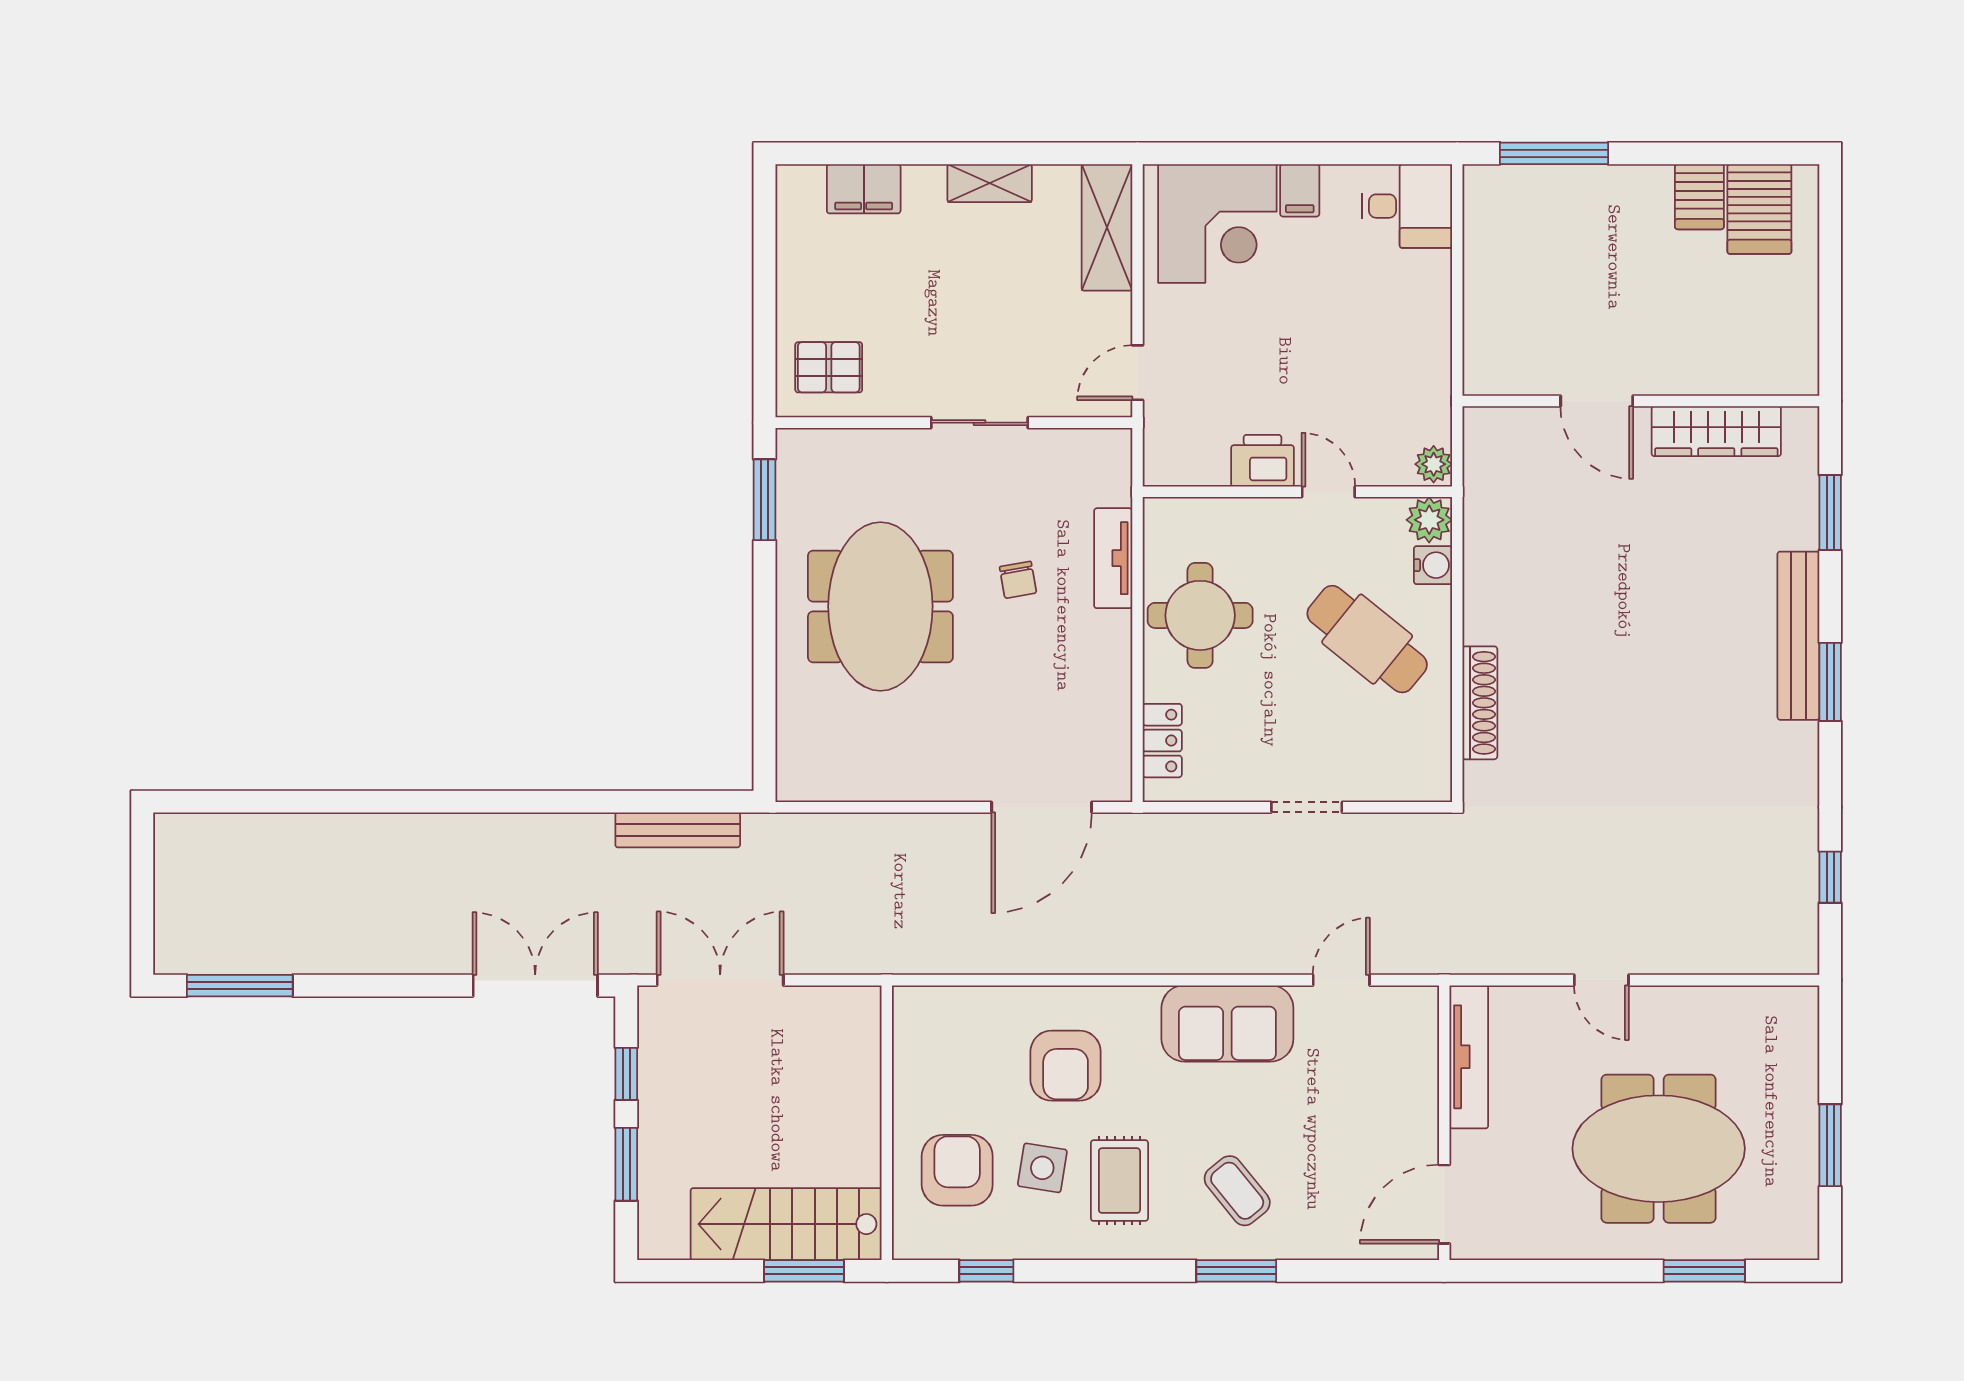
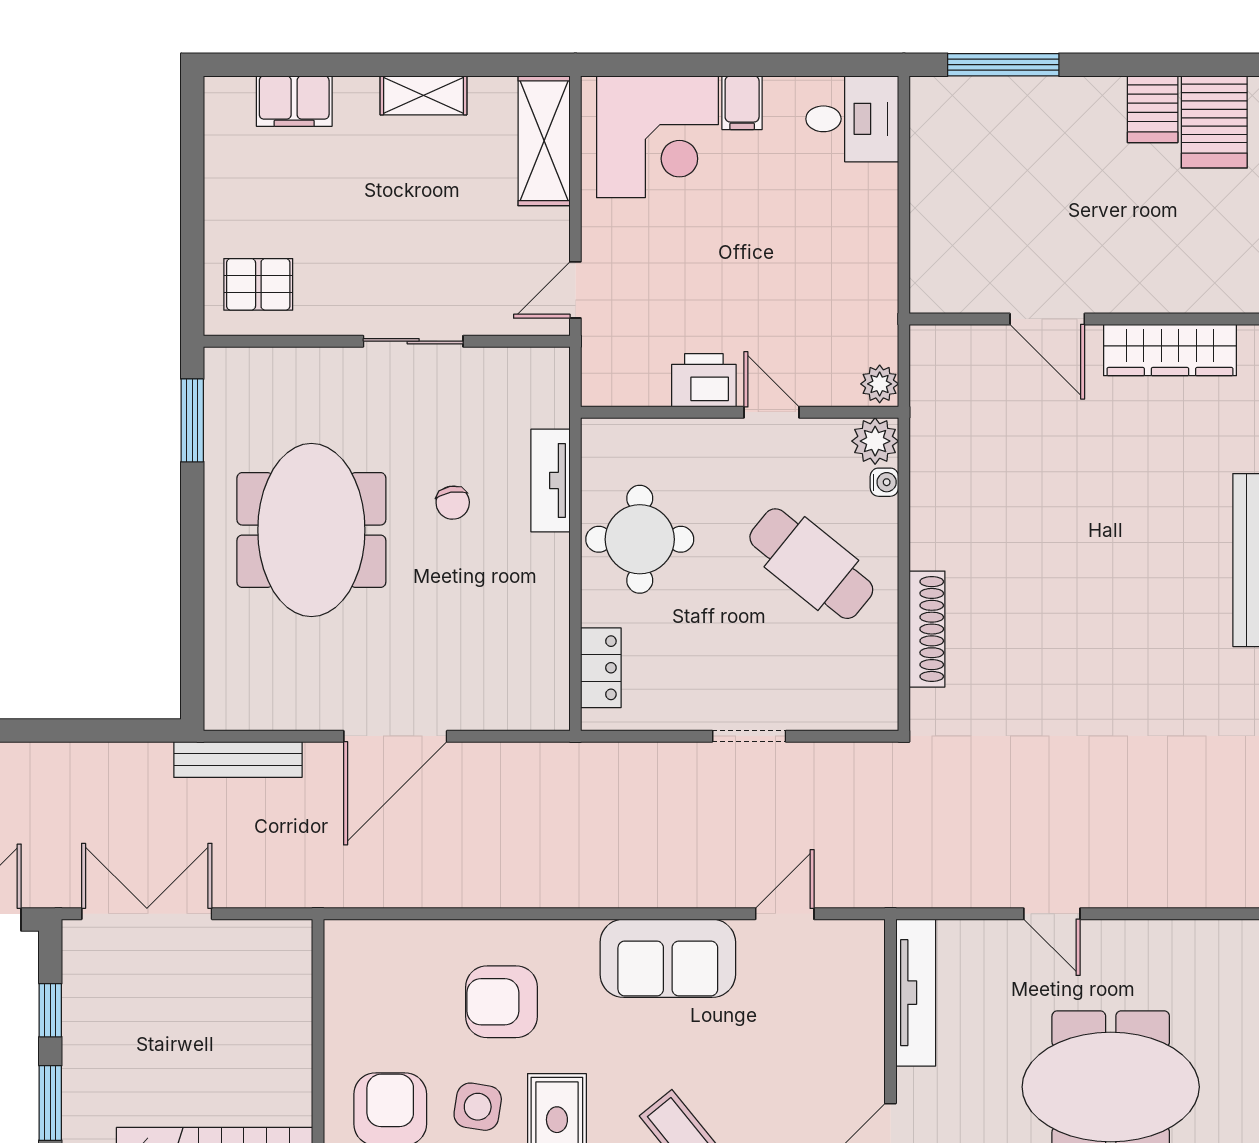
water cooler: (1433, 565) -> (884, 482), width x0.72, depth x0.72
door: (1042, 807) -> (395, 736), moved
bench: (678, 830) -> (238, 760), moved
armchair: (1066, 1066) -> (502, 1002), turned 90

